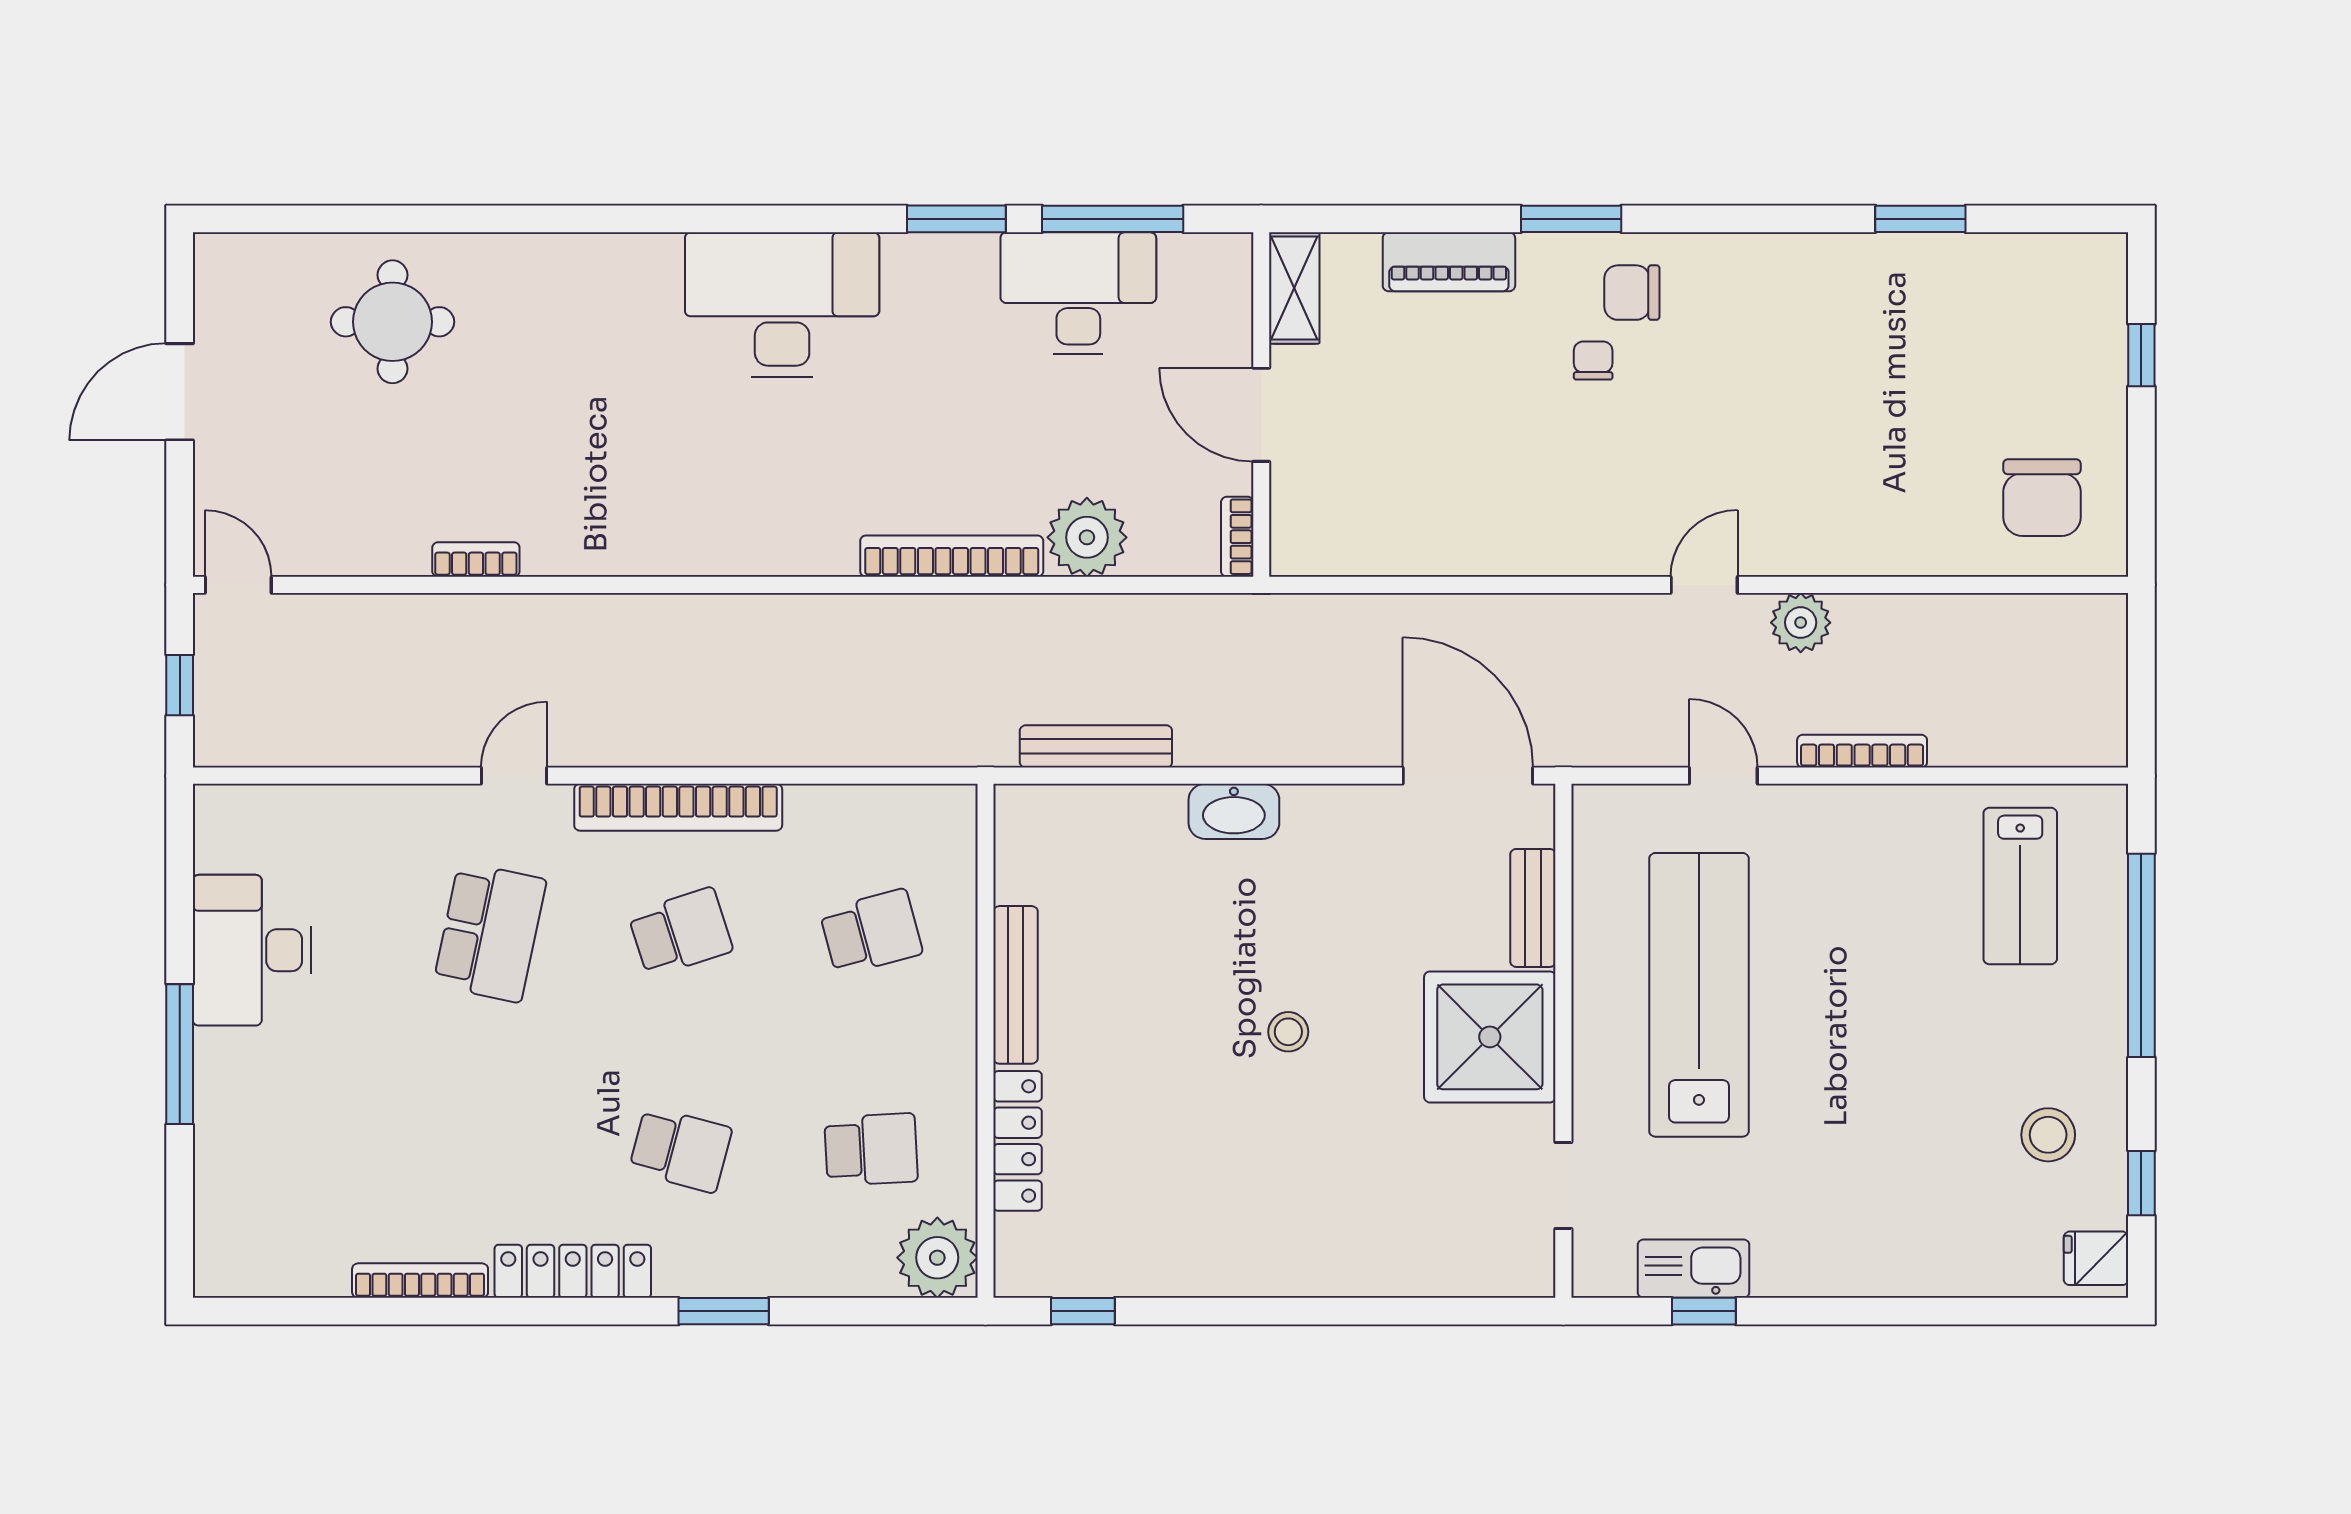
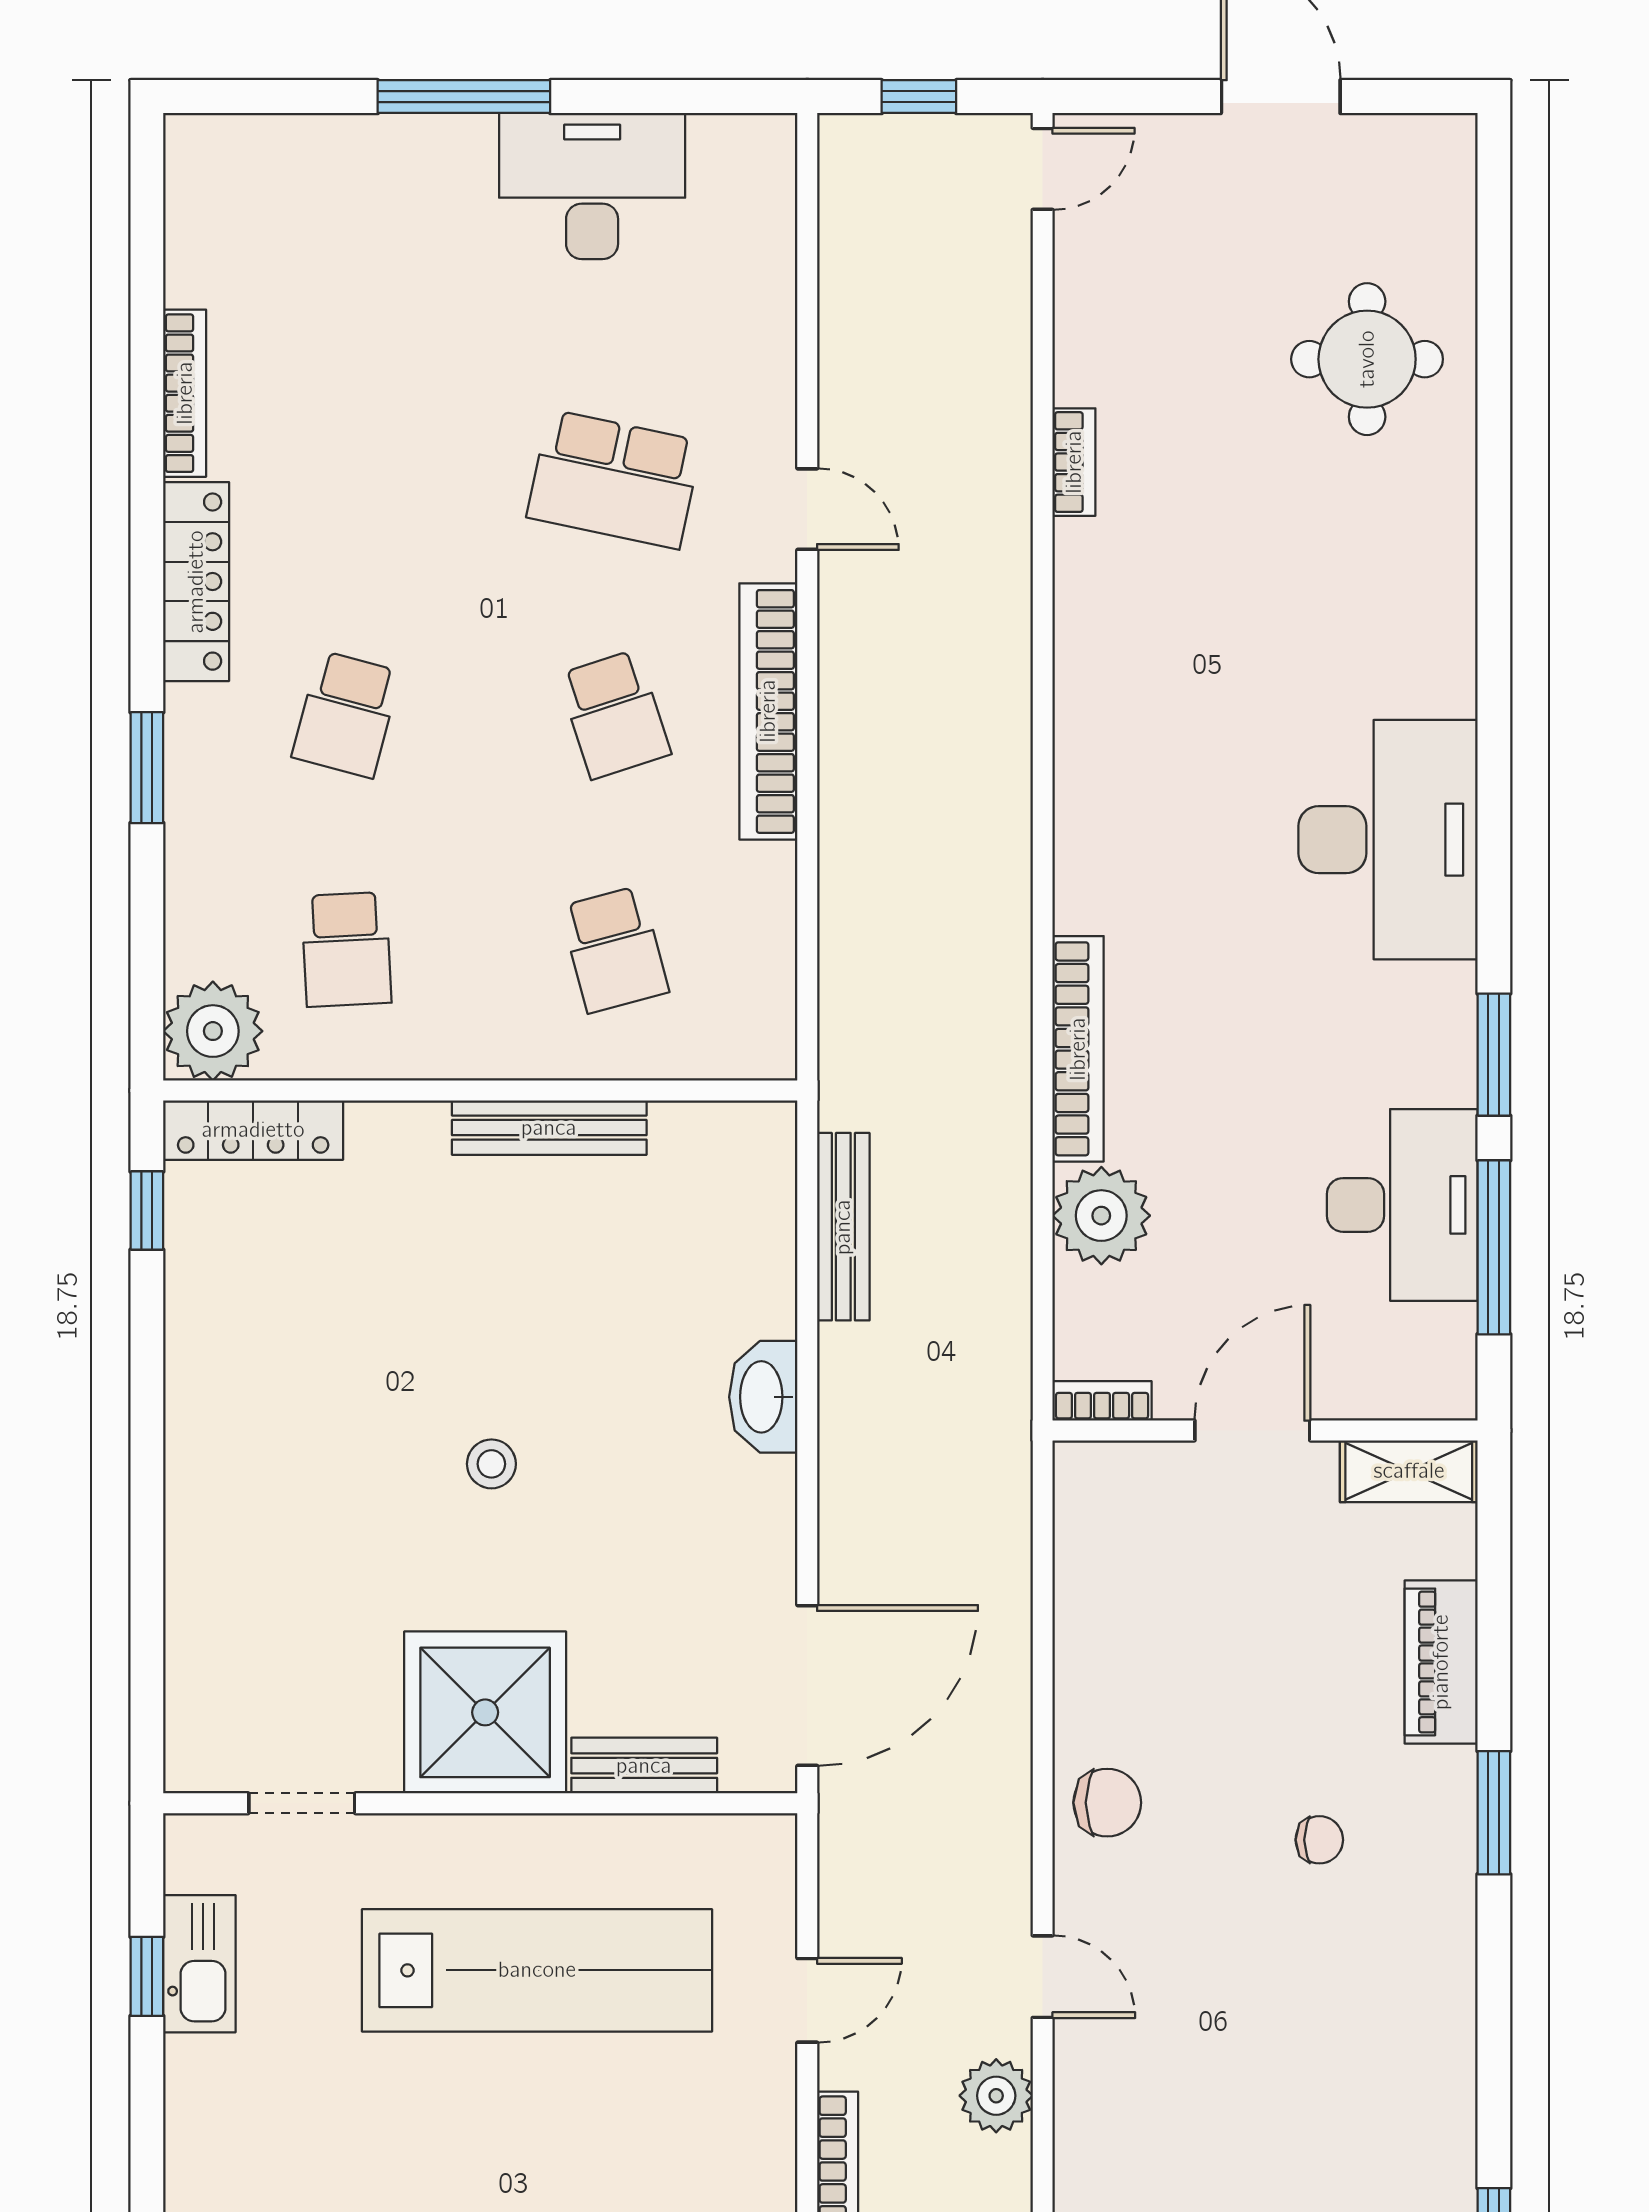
chair: (1632, 293) -> (1107, 1803), moved, turned 90
locker: (1018, 1141) -> (253, 1130), moved

